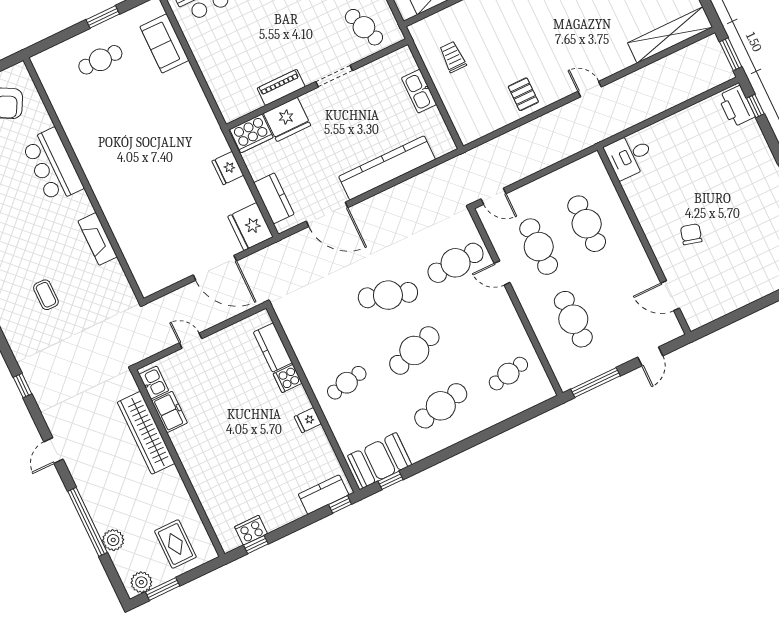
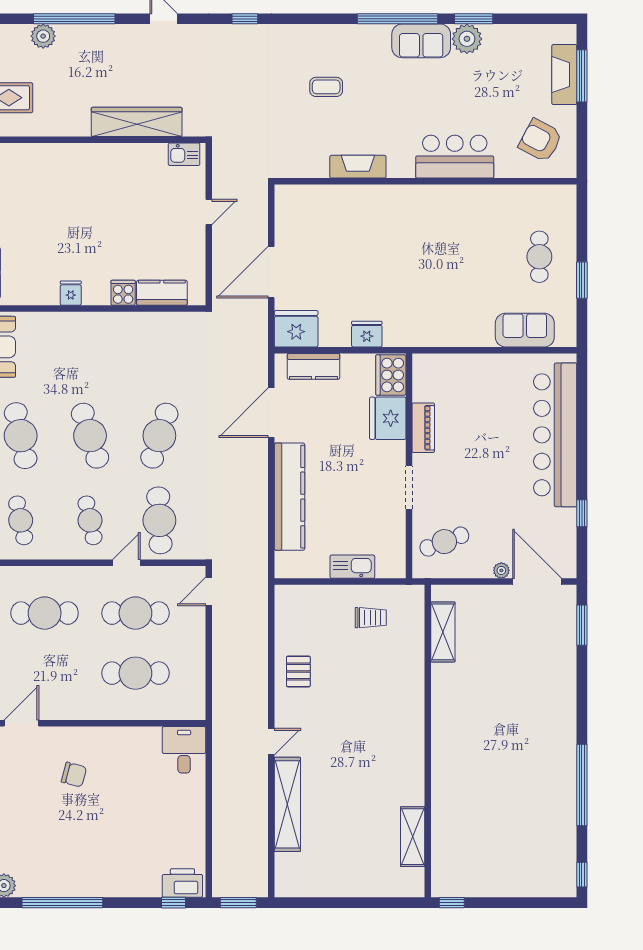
shelving: (670, 35) -> (287, 804), moved
pallet: (523, 94) -> (298, 671), turned 90
cafe table: (347, 383) -> (90, 520), moved
freezer: (169, 412) -> (147, 156), removed

